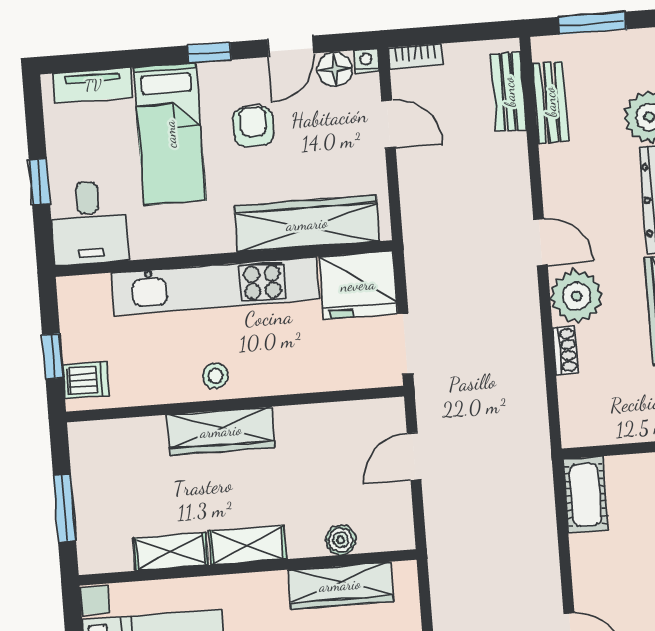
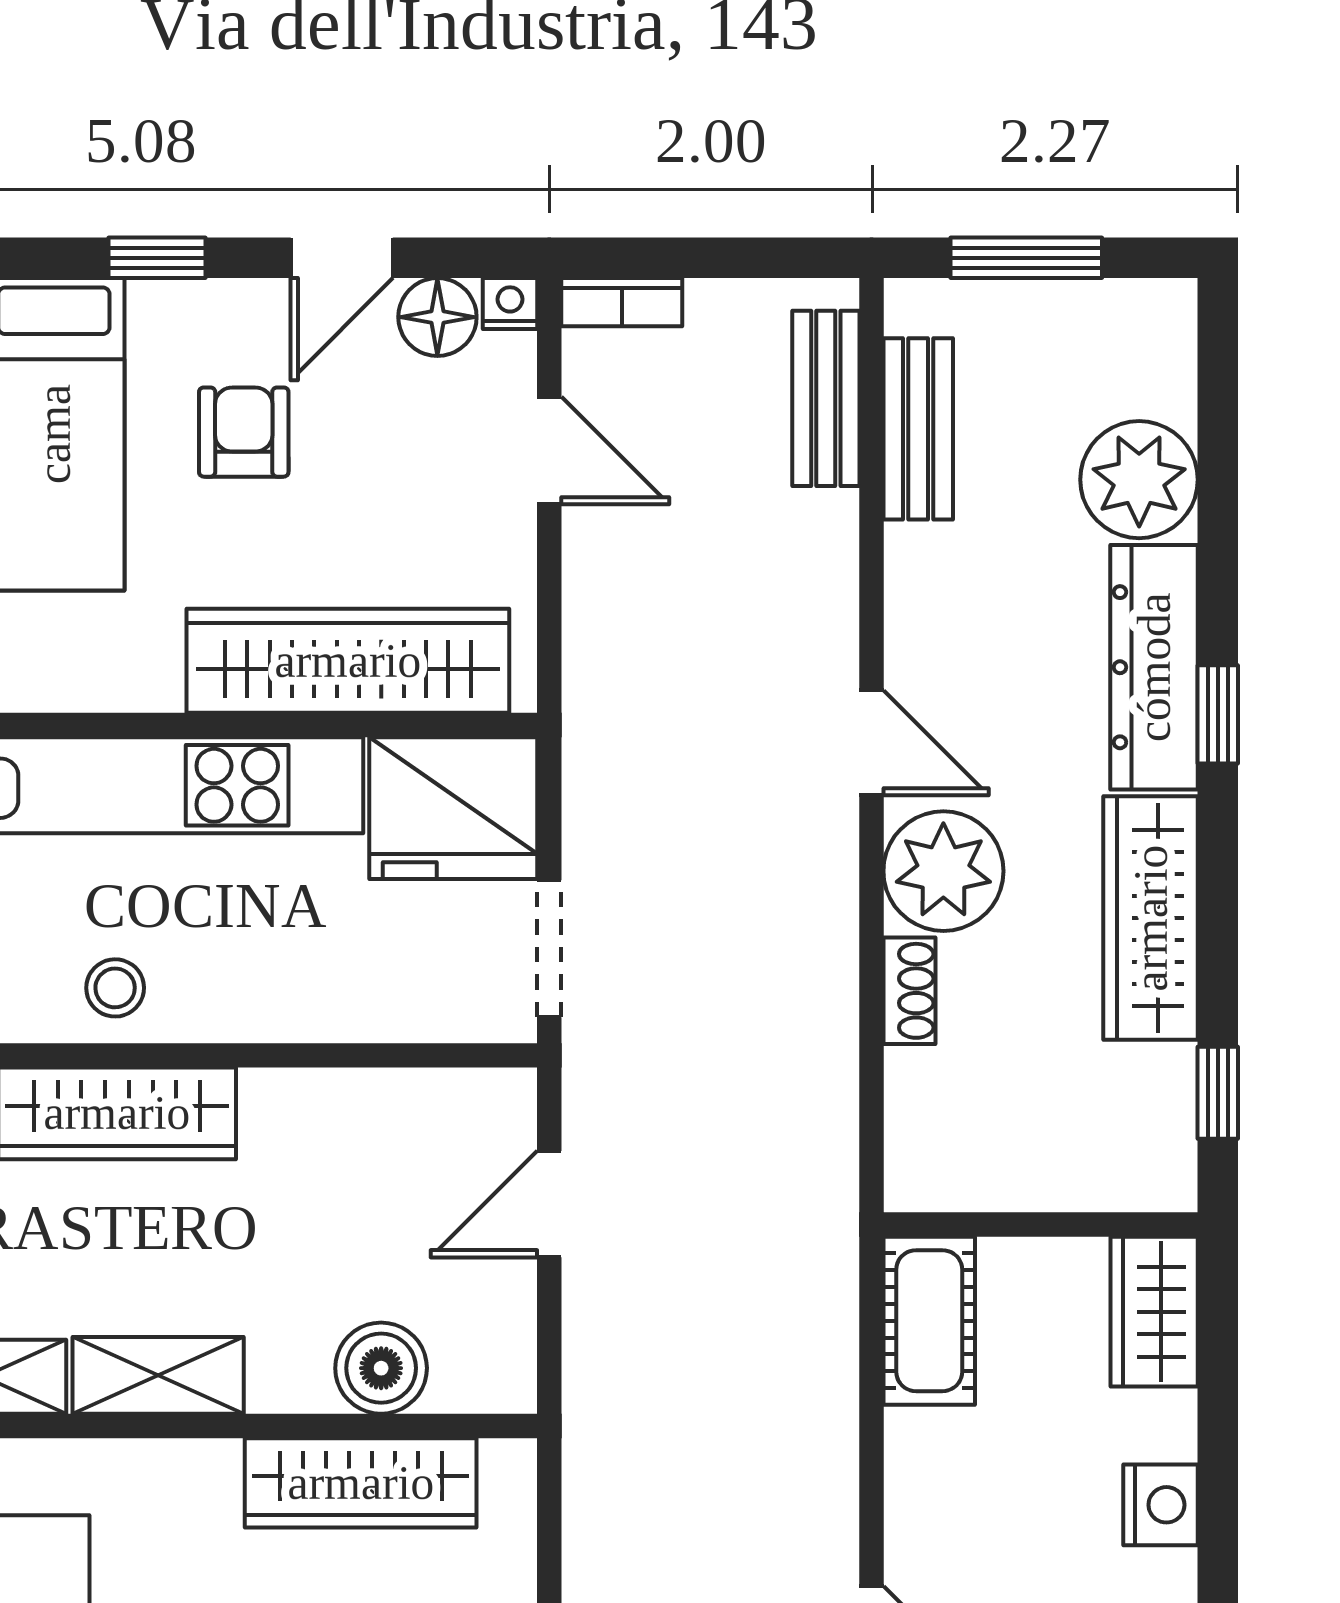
boiler: (341, 540) -> (381, 1368), width x1.36, depth x1.36

